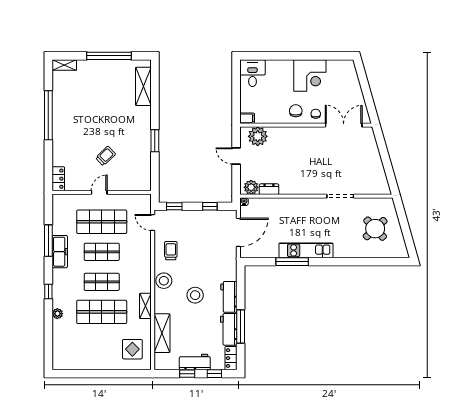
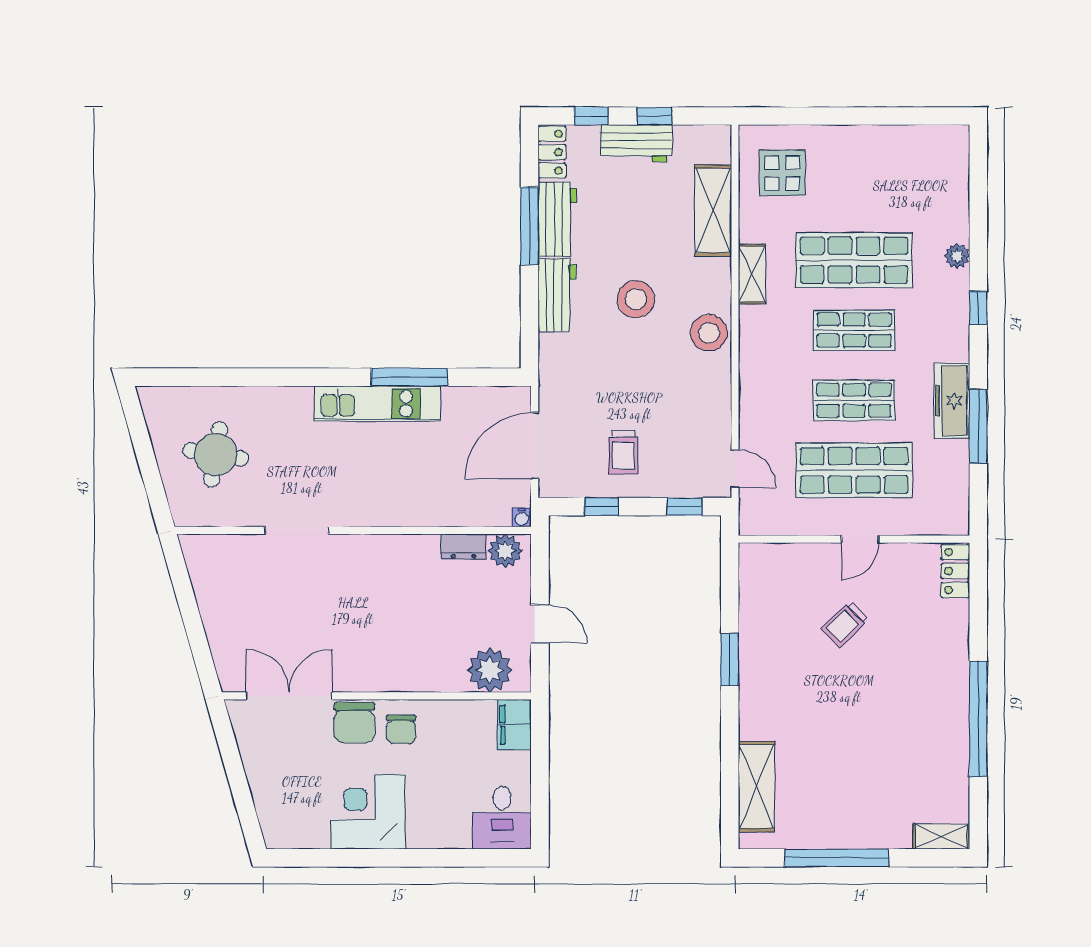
chair: (316, 114) -> (354, 723), width x1.87, depth x1.87
filing cabinet: (247, 118) -> (514, 725), width x2.00
double door: (344, 125) -> (289, 696), swing flipped
round table: (375, 229) -> (216, 454), turned -38
trolley: (171, 251) -> (623, 452), moved

